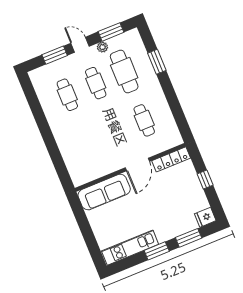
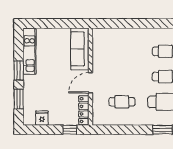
door: (137, 164) -> (90, 83), hinge flipped
window: (205, 180) -> (70, 130), moved
fridge: (205, 217) -> (42, 118), moved

